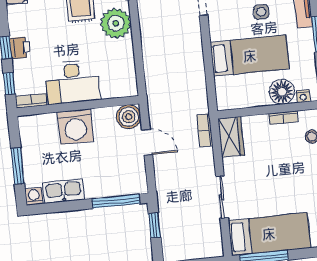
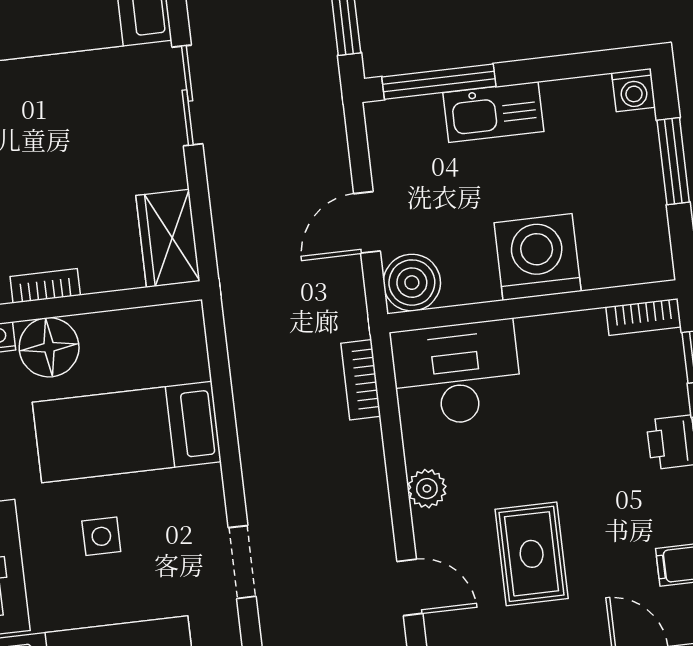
plant: (116, 23) -> (427, 489), width x0.53, depth x0.53
desk: (73, 82) -> (456, 373), moved
bookcase: (205, 130) -> (361, 380), moved, turned 180
door: (147, 142) -> (367, 222), hinge flipped
kitchen sink: (63, 191) -> (493, 112), moved

